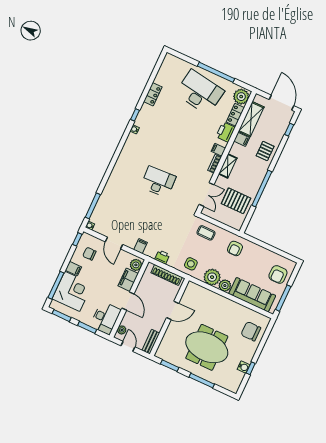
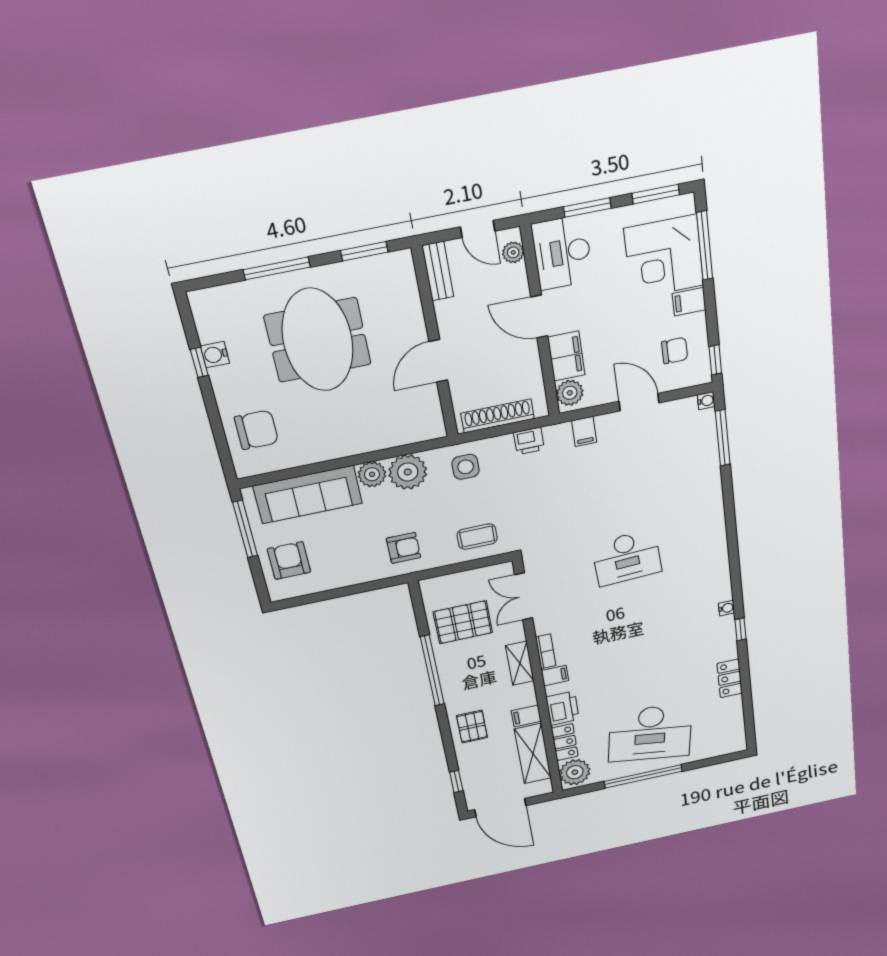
armchair: (235, 248) -> (404, 548), turned 90
meeting table: (207, 347) -> (318, 340), turned 90

